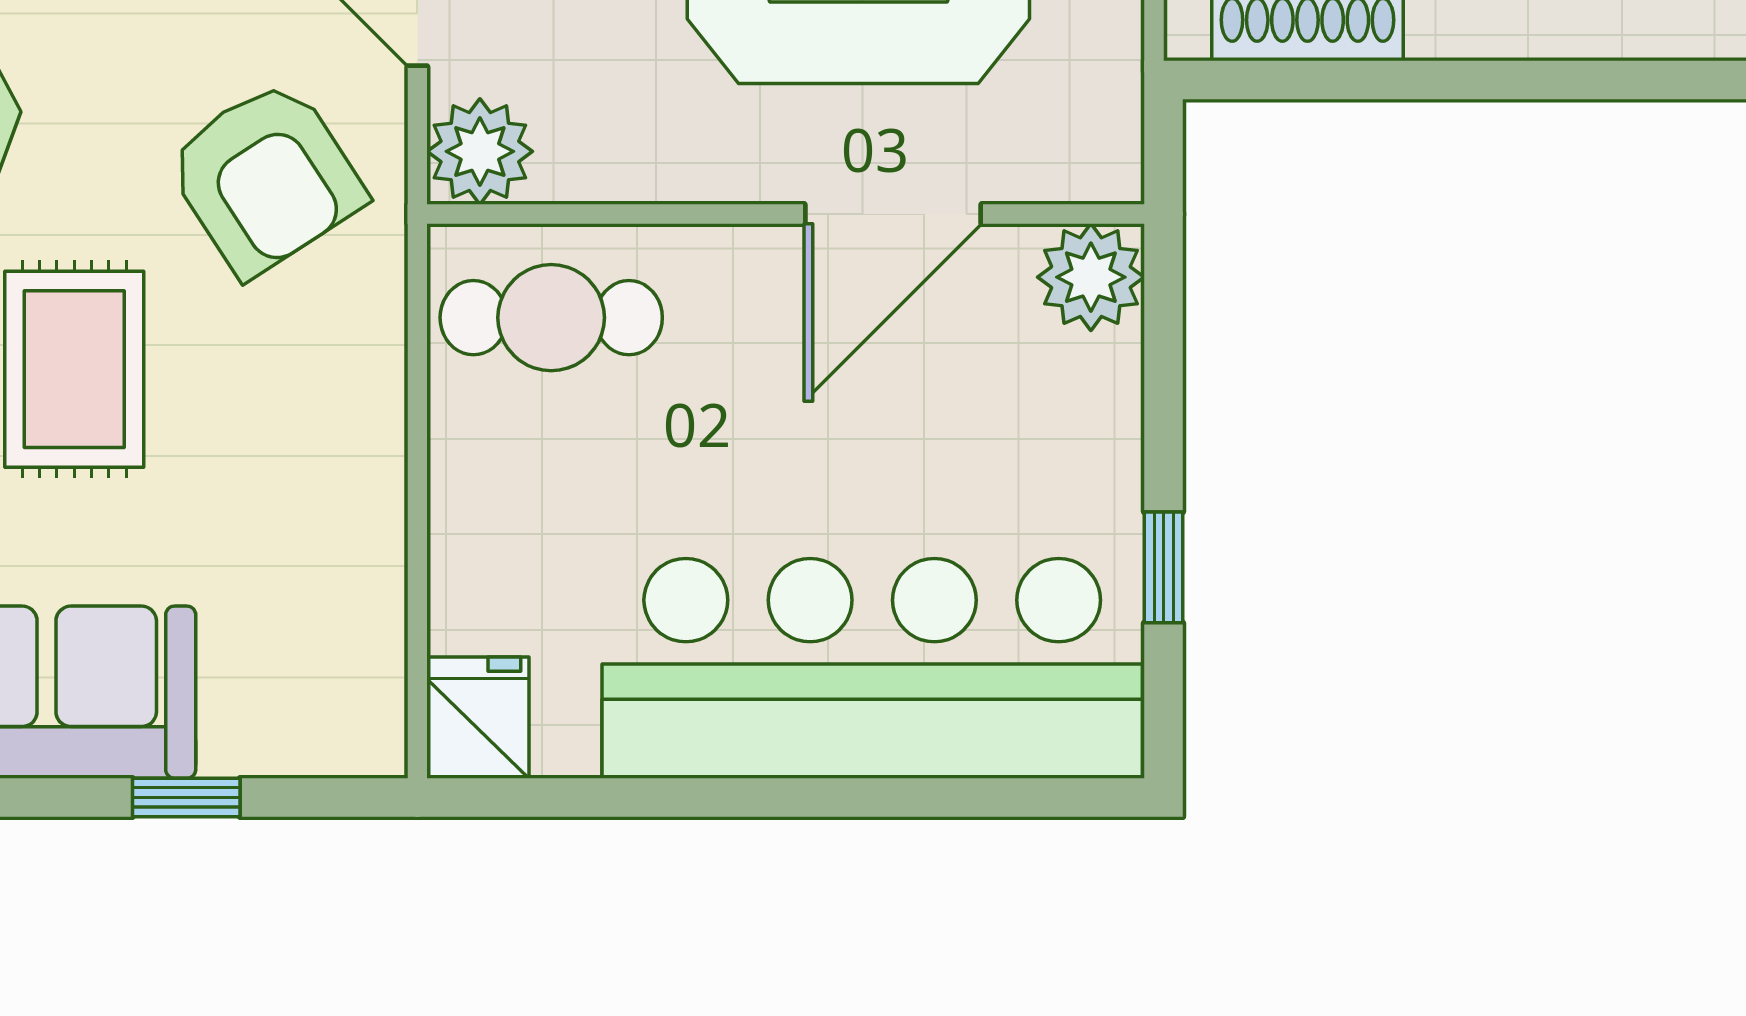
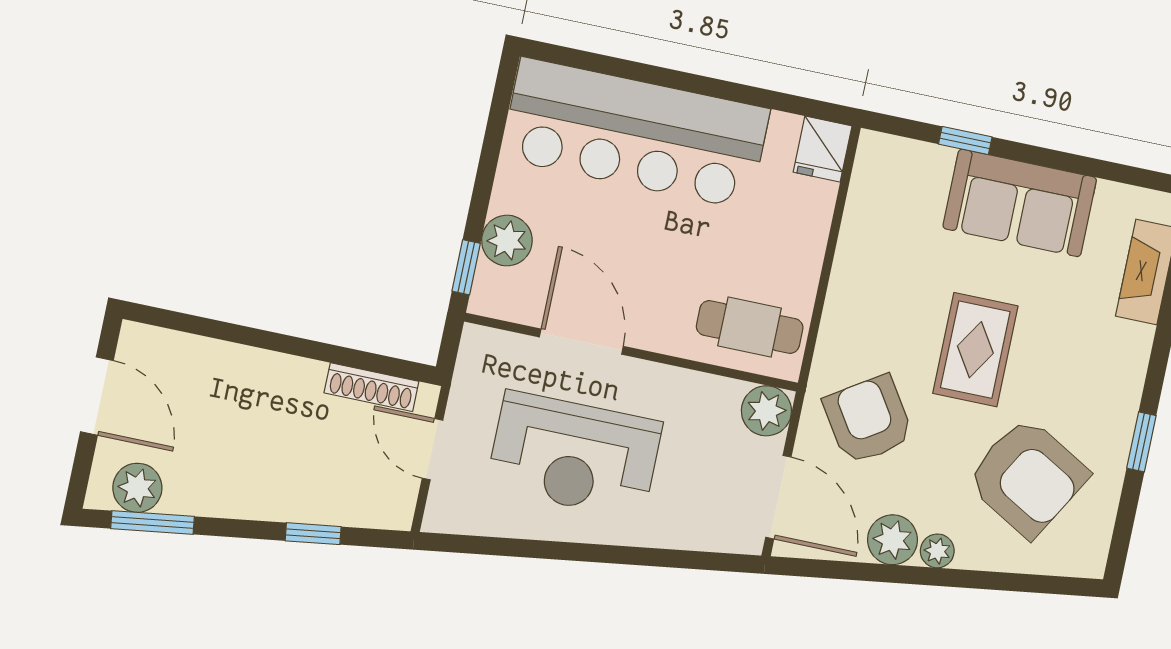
door: (893, 214) -> (581, 342), hinge flipped
plant: (1091, 277) -> (507, 241), moved
window: (1164, 567) -> (466, 267), moved

